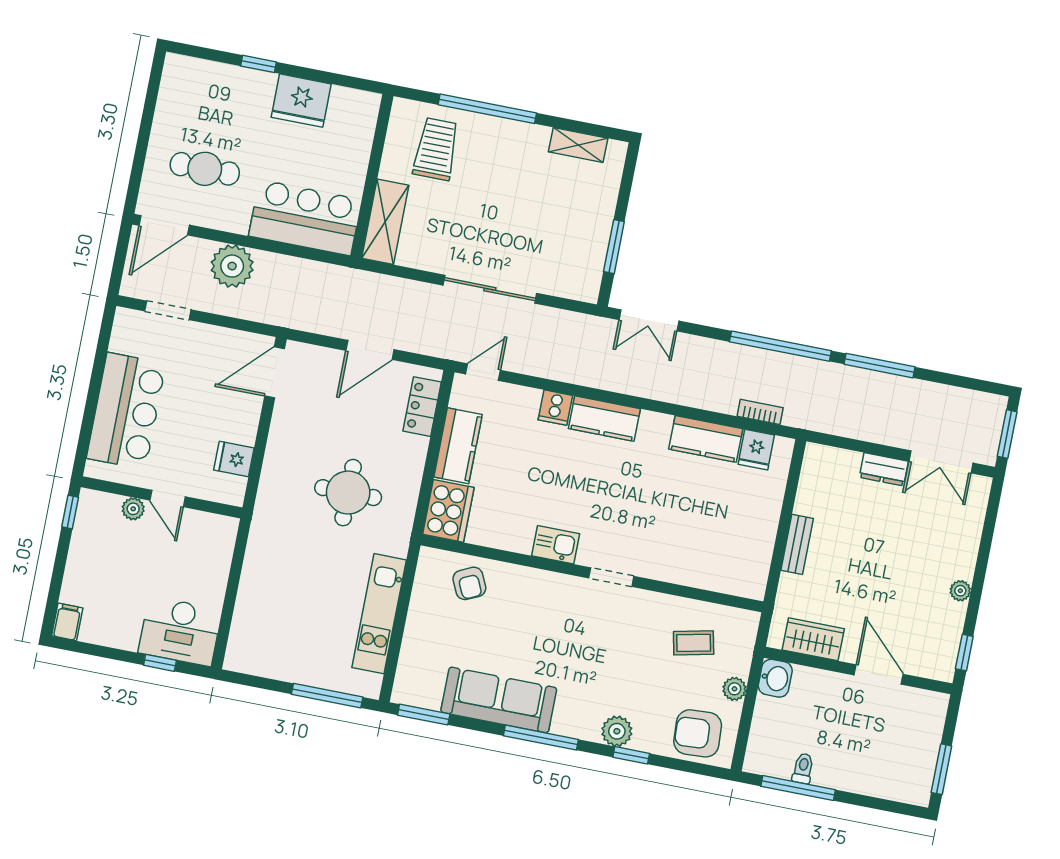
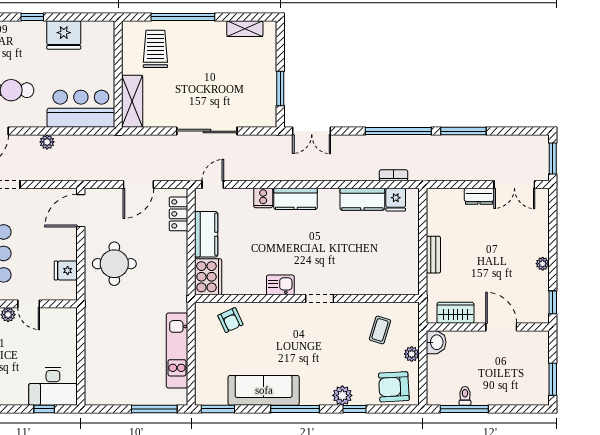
plant: (232, 266) -> (47, 142), width x0.53, depth x0.53
round table: (348, 493) -> (114, 264), moved
coffee table: (694, 643) -> (380, 330), turned -61

